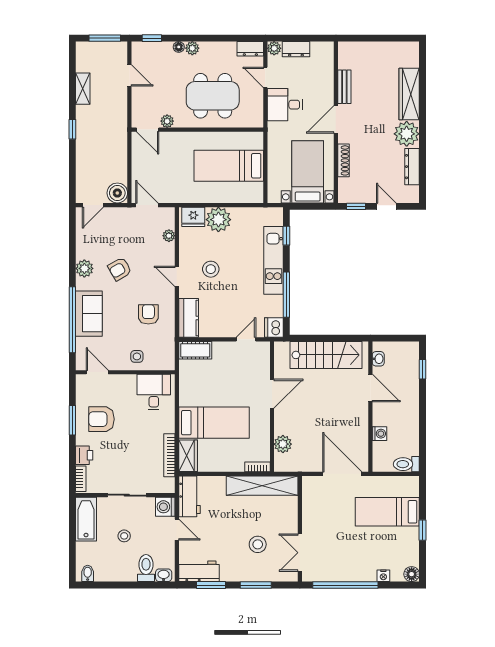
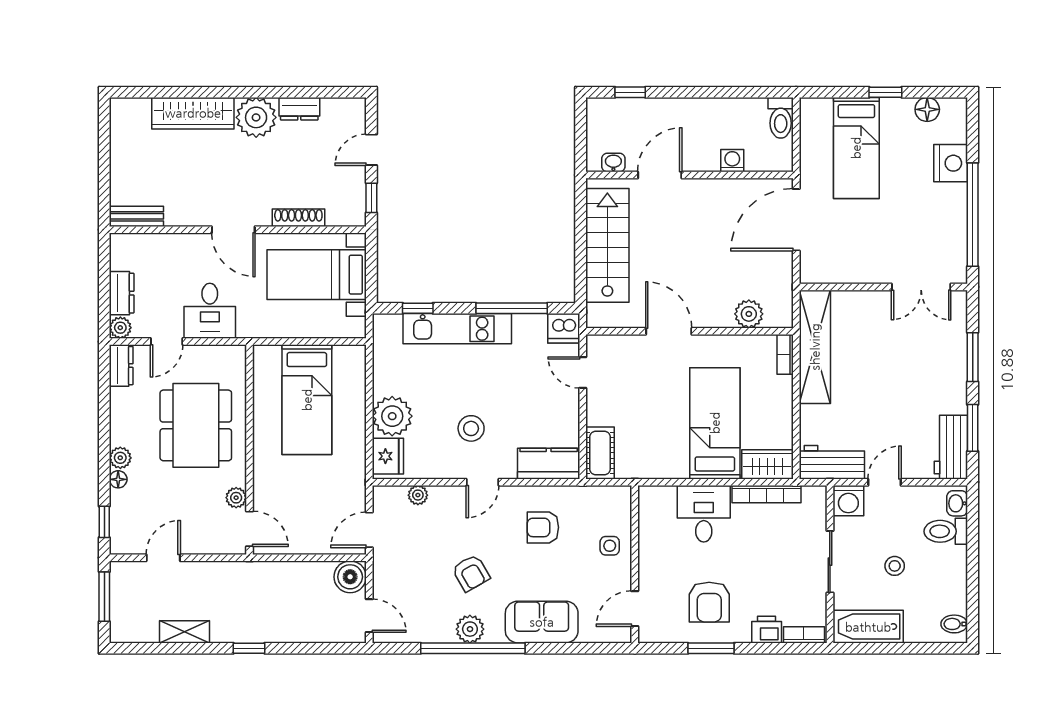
bench: (344, 87) -> (136, 216), moved
door: (148, 130) -> (250, 529), hinge flipped
dresser: (412, 167) -> (299, 109), width x0.70
window: (72, 320) -> (473, 648), moved
desk: (154, 392) -> (704, 514), moved, turned 90
stool: (258, 544) -> (908, 354), removed
floor lamp: (412, 574) -> (927, 109), moved
nightstand: (383, 576) -> (951, 163), width x1.89, depth x1.79

